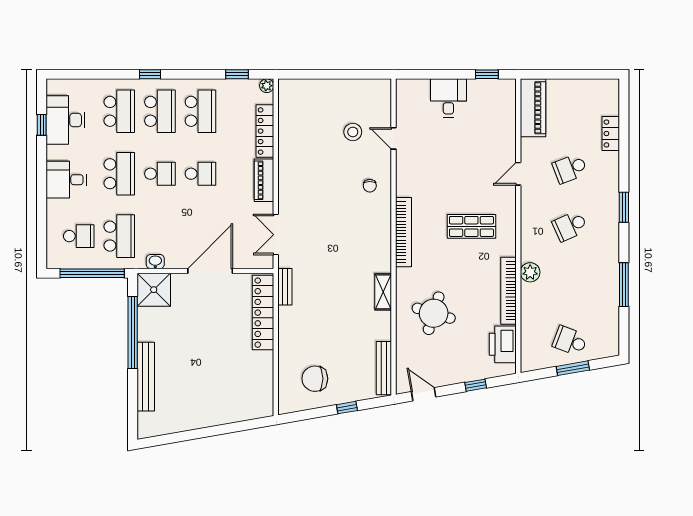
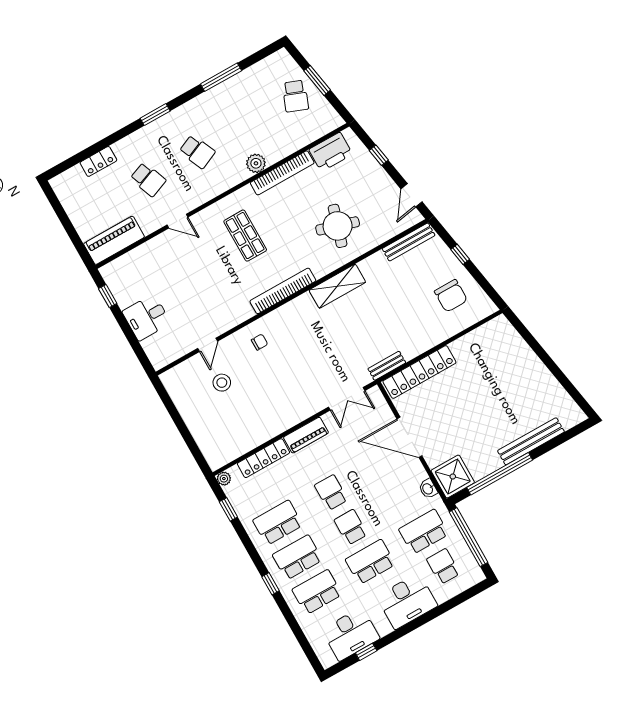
desk: (66, 180) -> (407, 601), width x1.37
shelving: (383, 292) -> (337, 286), width x1.50, depth x1.33

